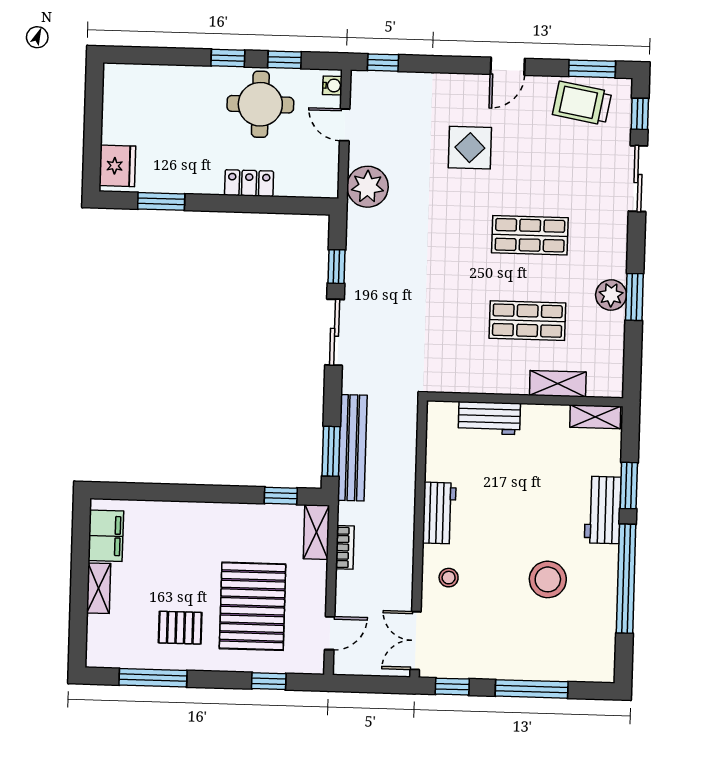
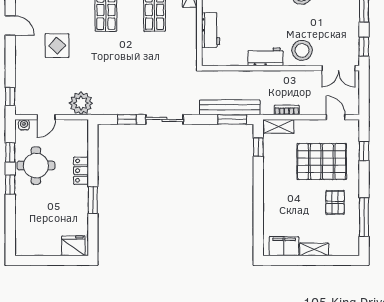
window: (161, 201) -> (93, 200), moved
stool: (449, 578) -> (302, 50), width x1.89, depth x1.89

